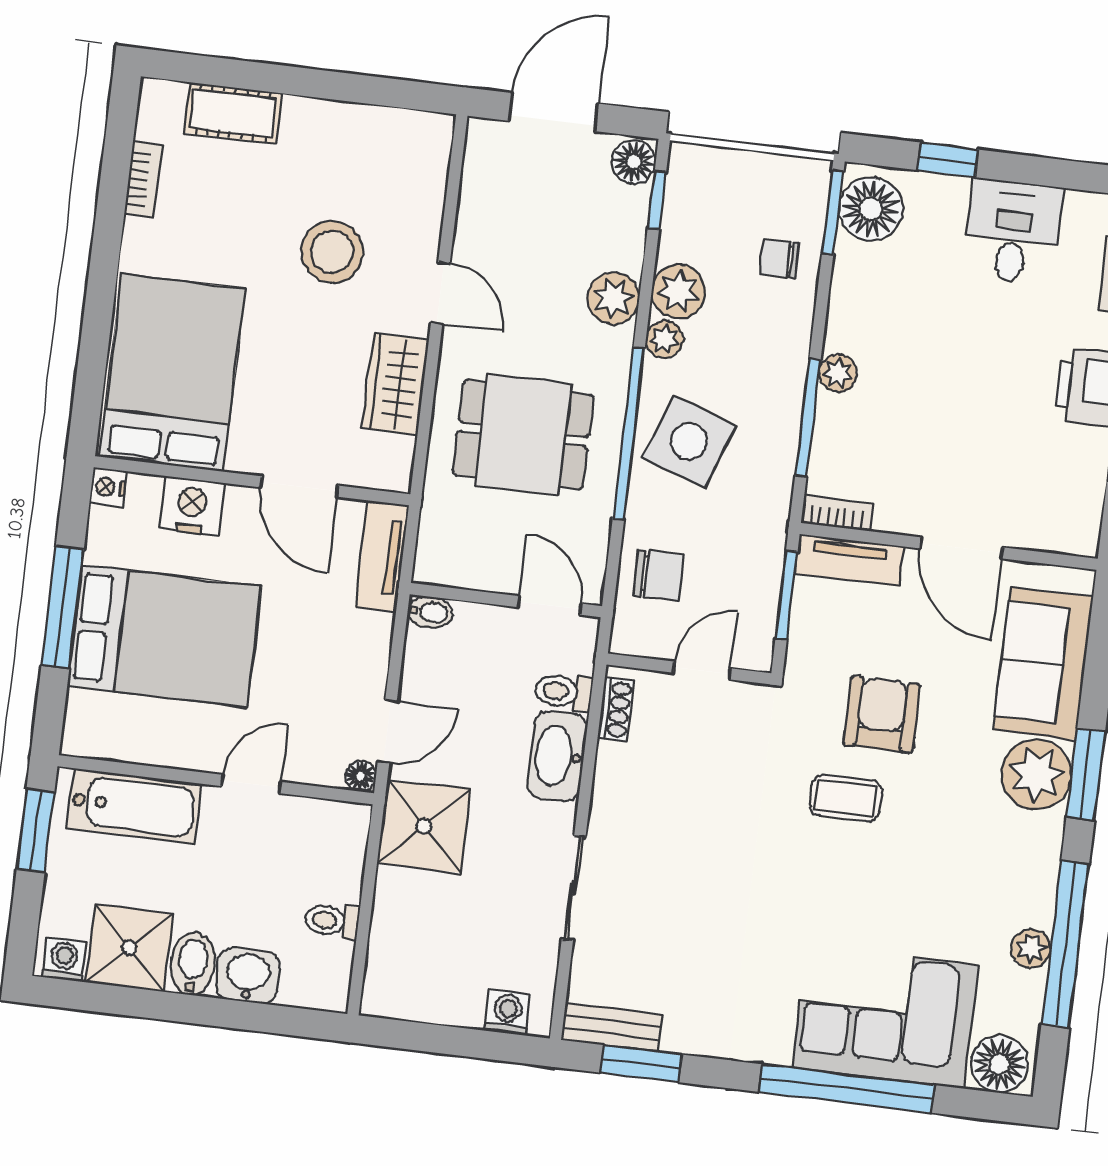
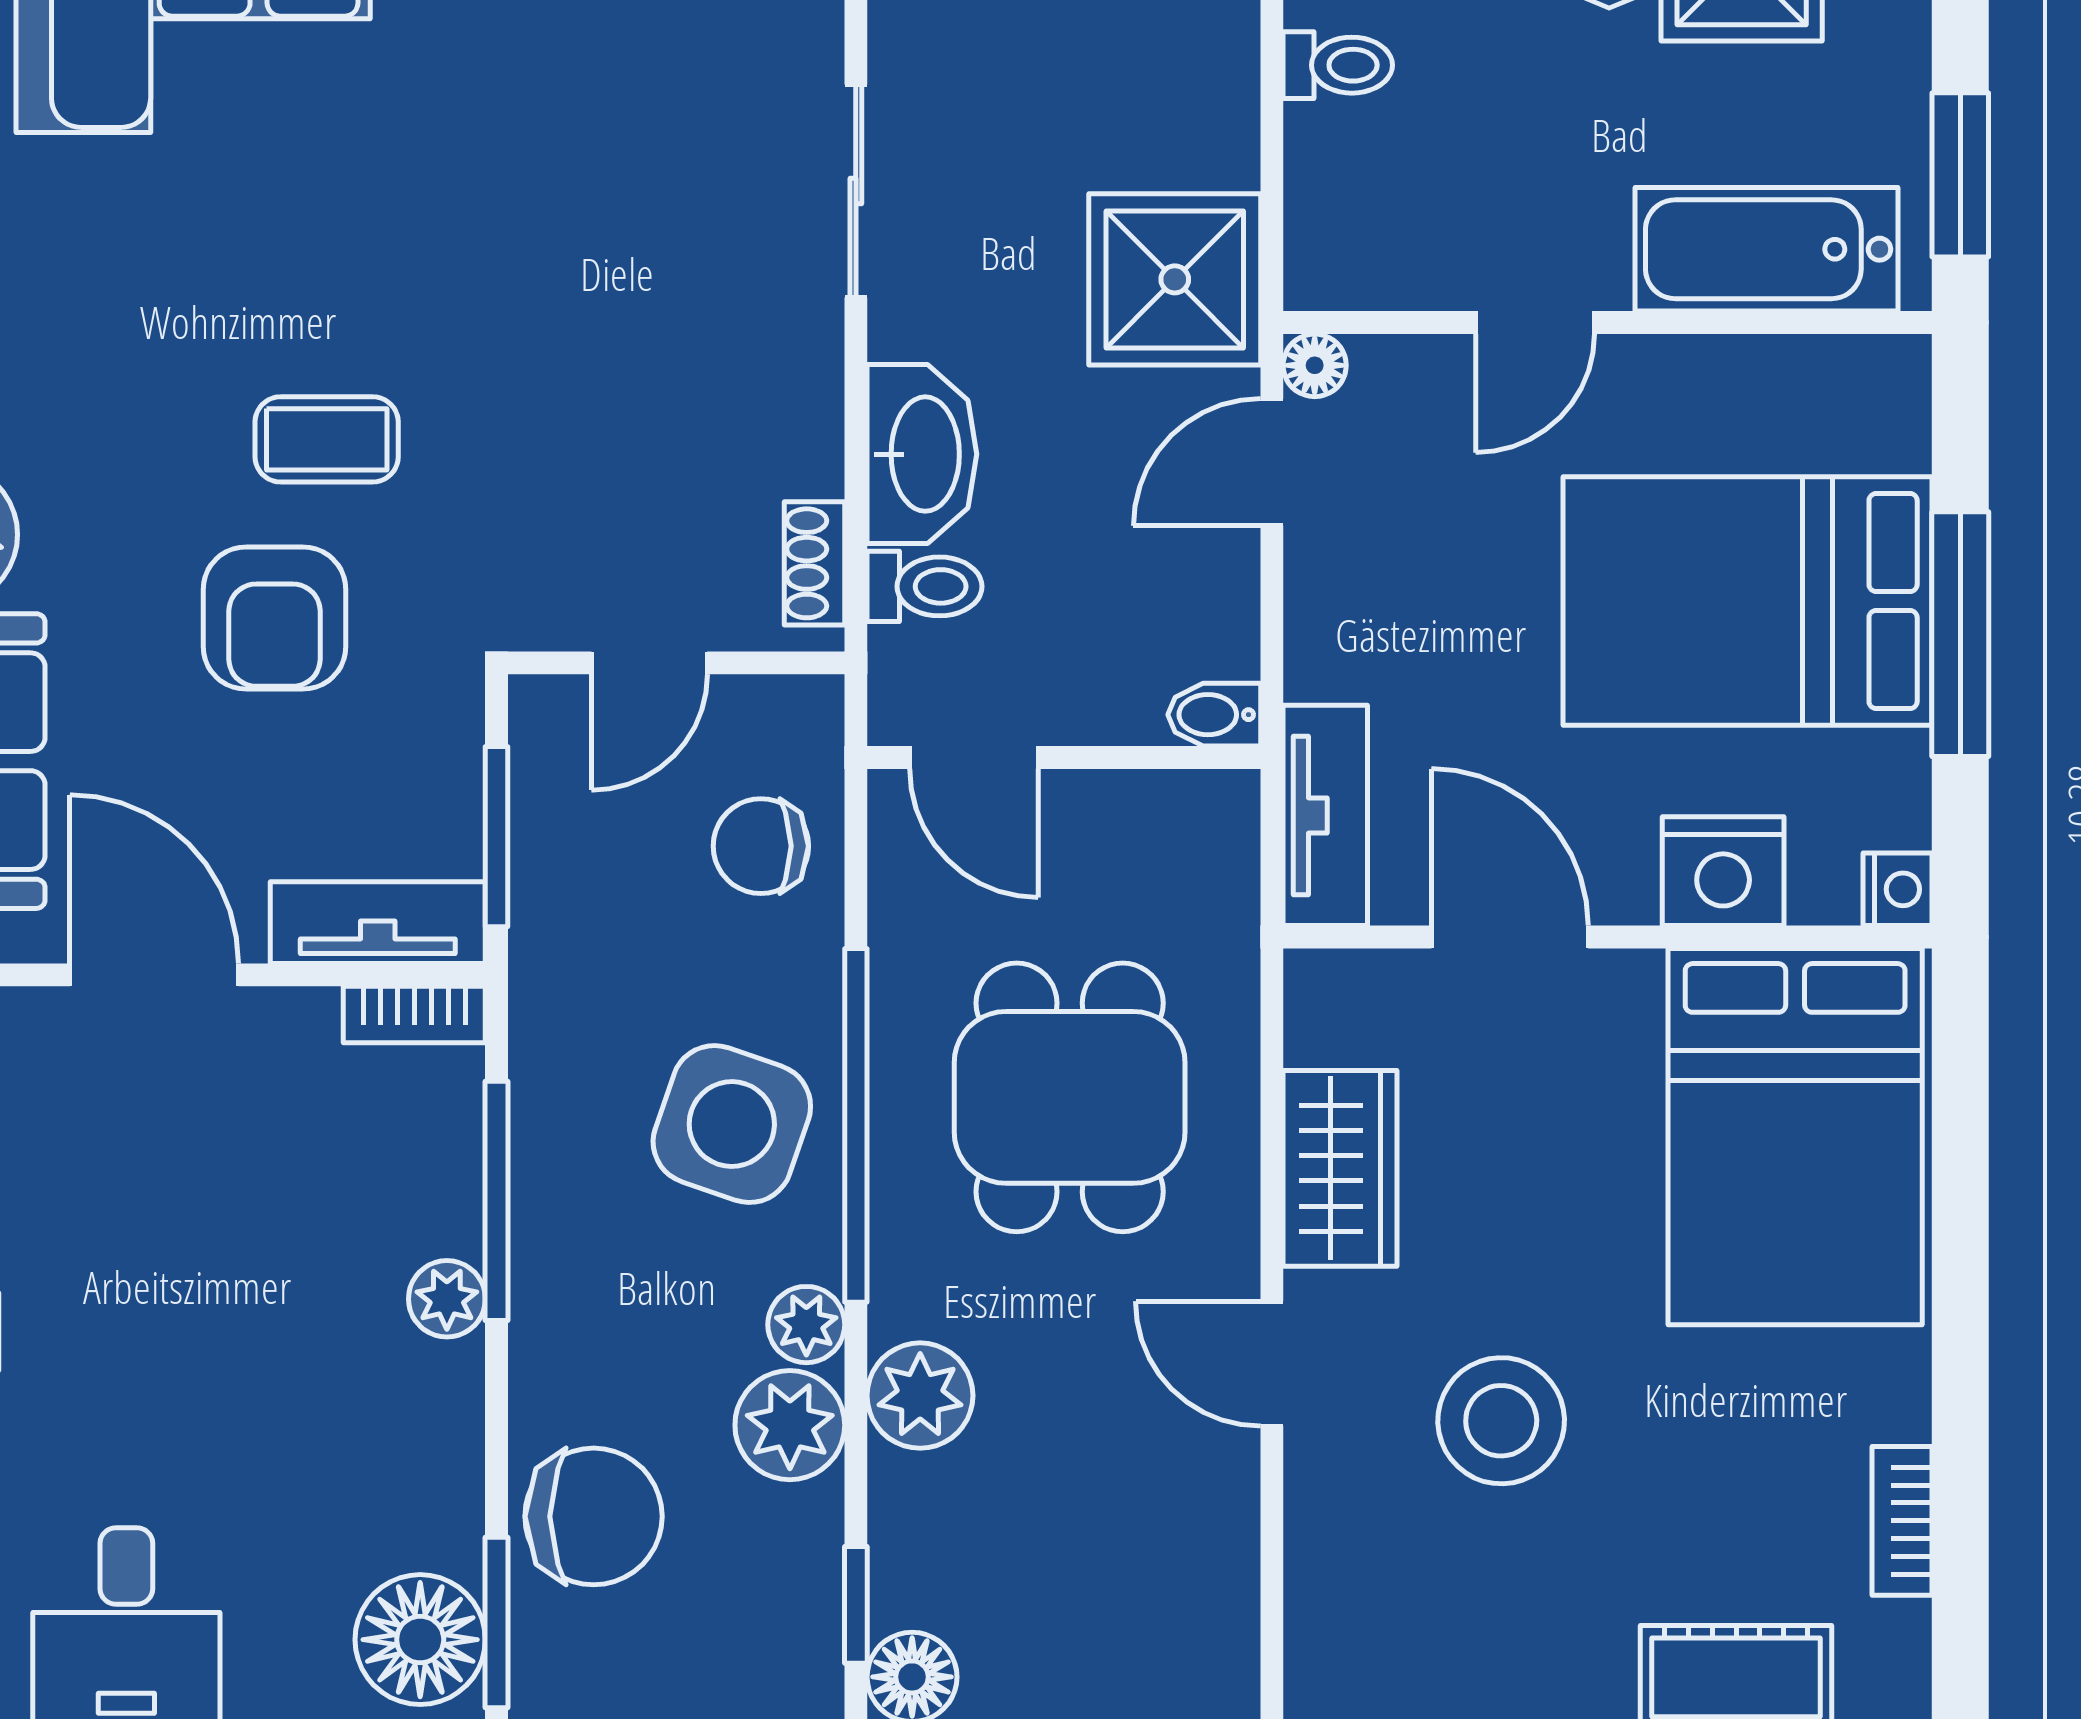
chair: (779, 259) -> (594, 1516), width x1.87, depth x1.87
dining table: (523, 434) -> (1070, 1097), turned 90

